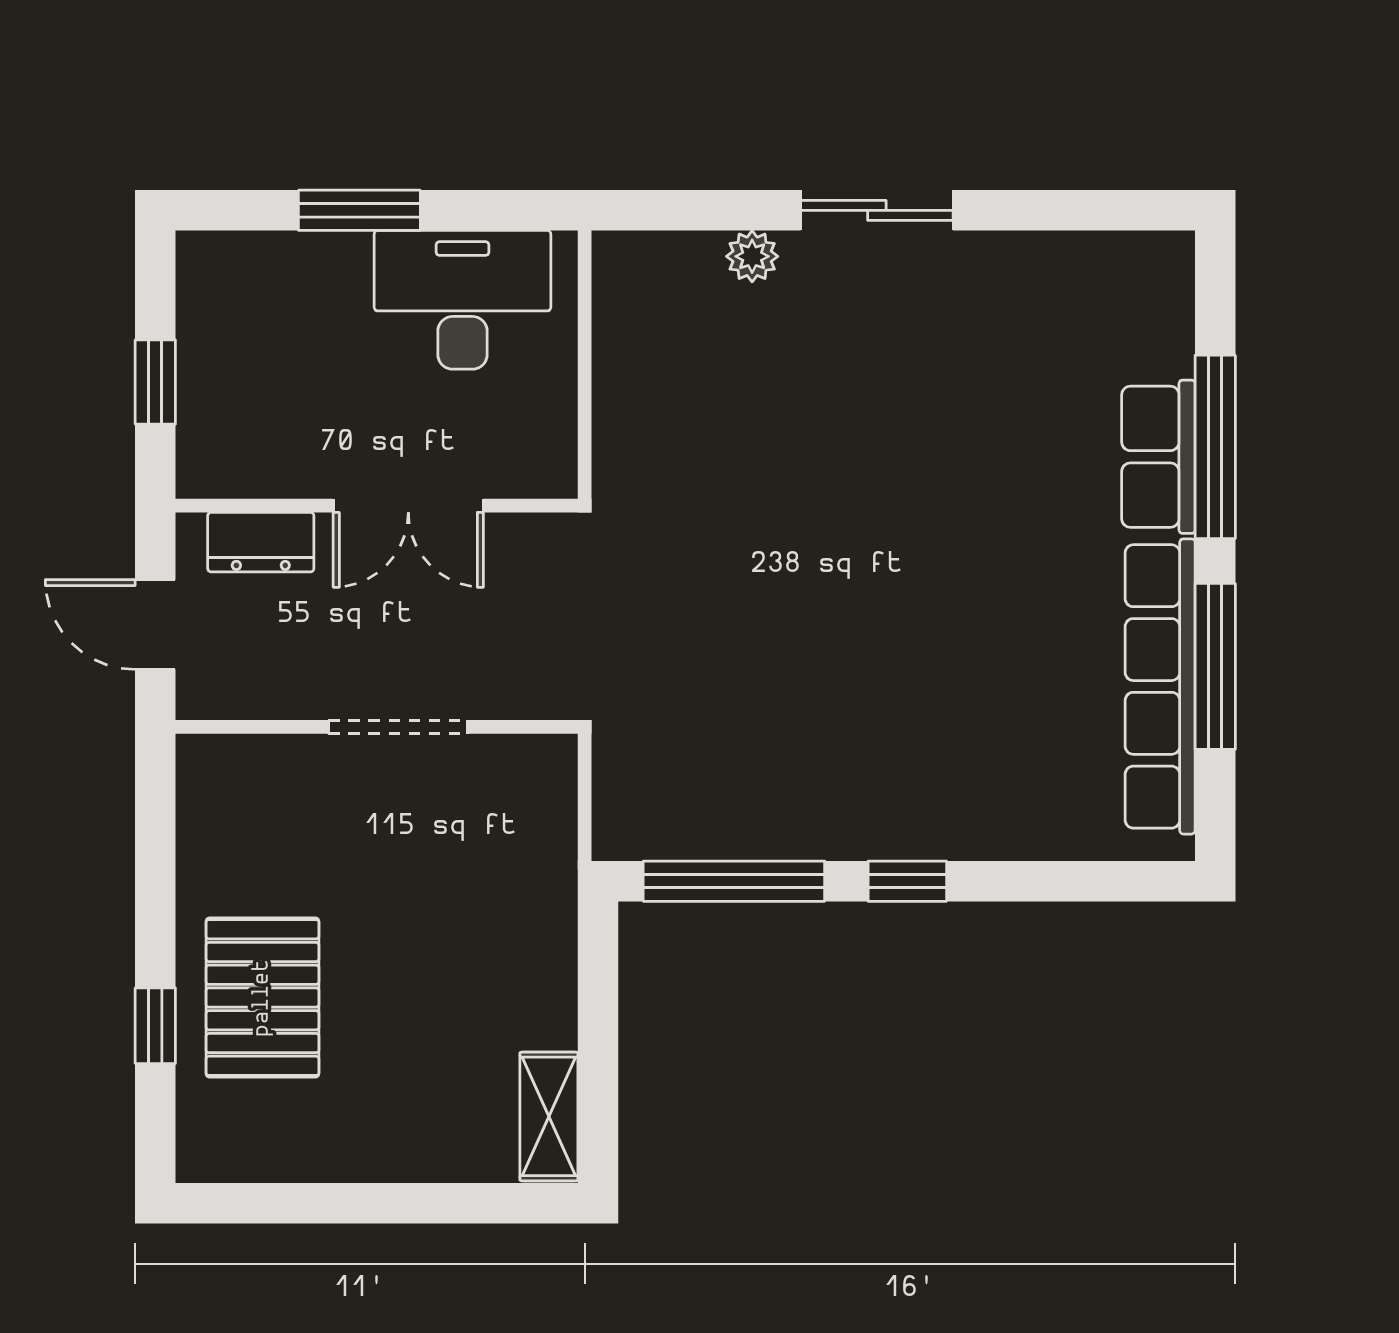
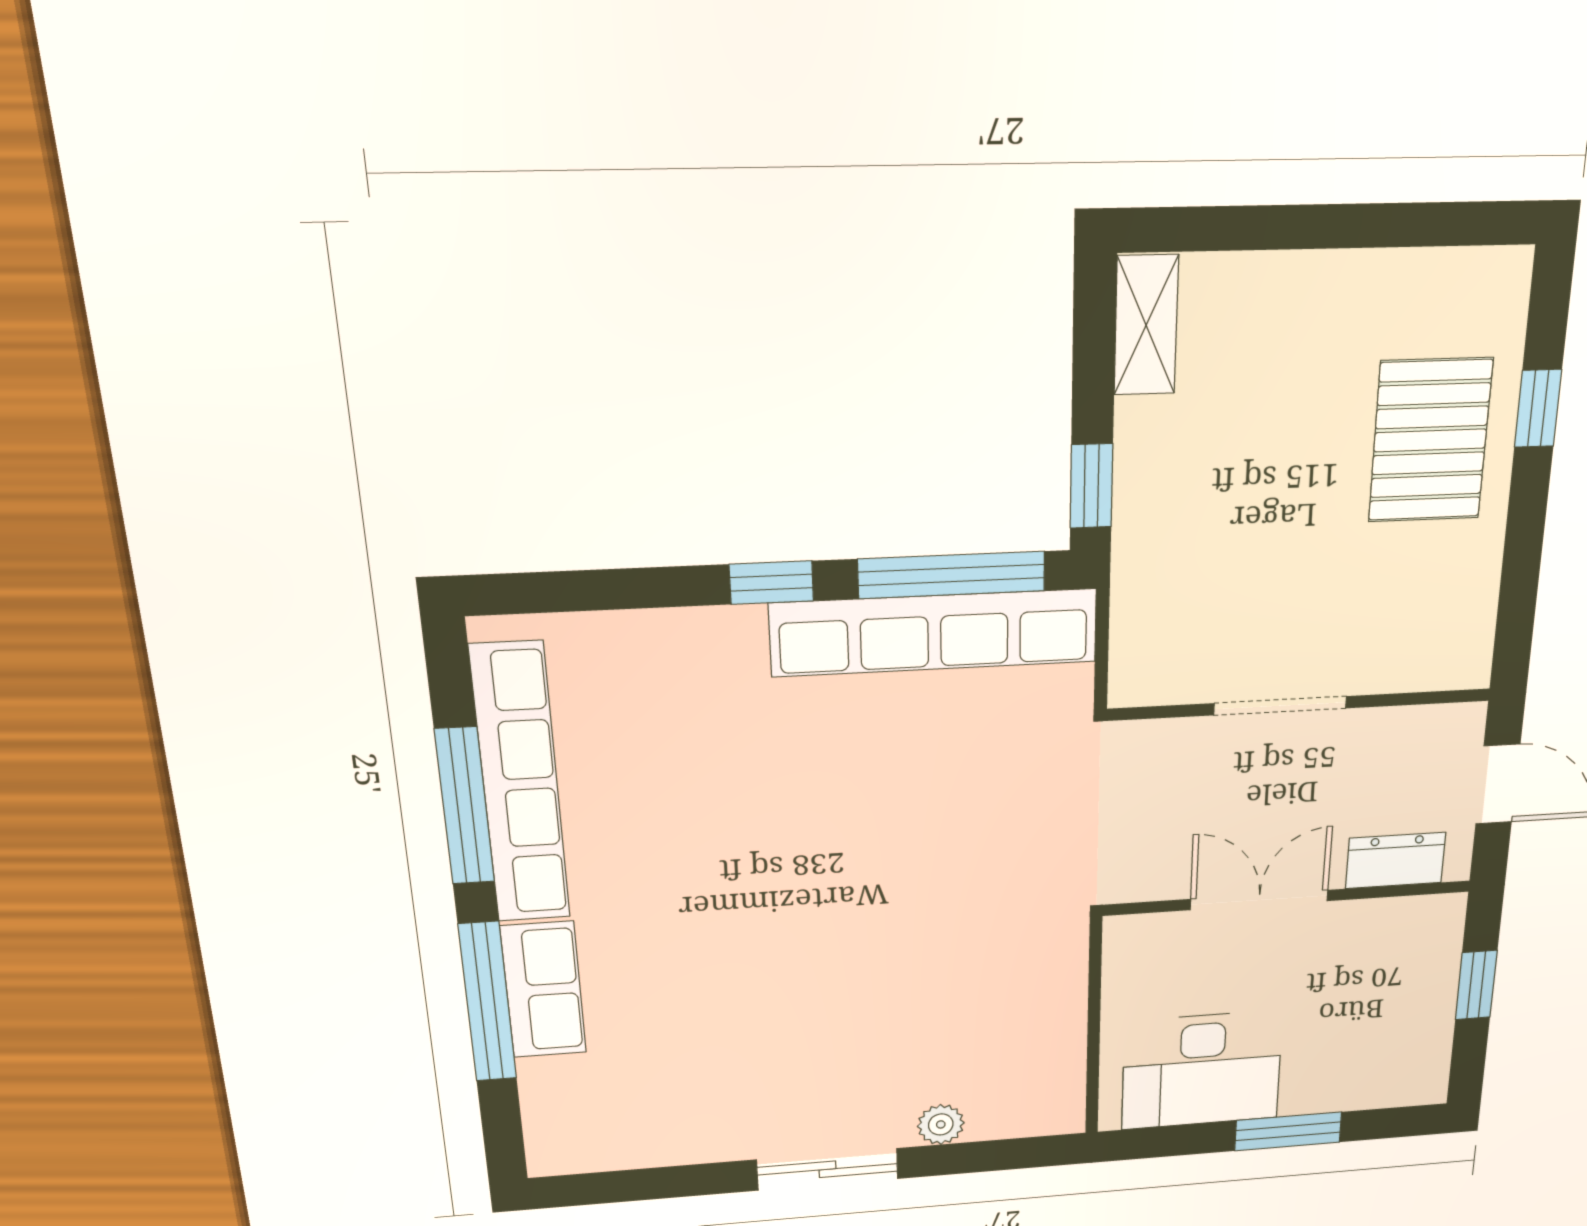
row of seats: (751, 823) -> (934, 633), added
window: (598, 964) -> (1091, 486), added

